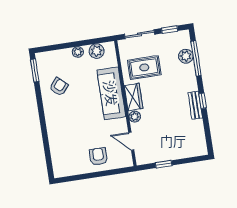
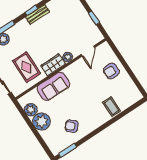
plant: (78, 52) -> (41, 122), width x1.87, depth x1.87
sofa: (111, 93) -> (53, 86), width x0.73
coffee table: (60, 139) -> (112, 107), added

